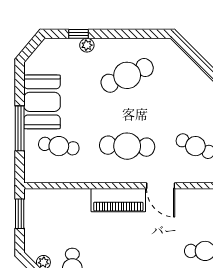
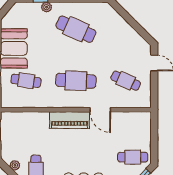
cafe table: (127, 75) -> (76, 29), turned 48

